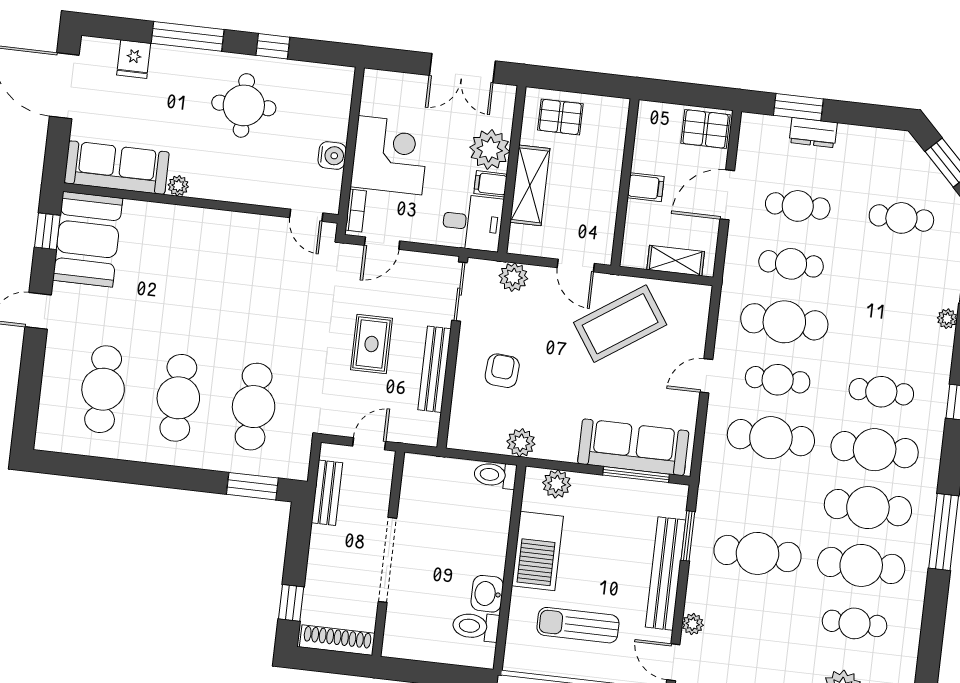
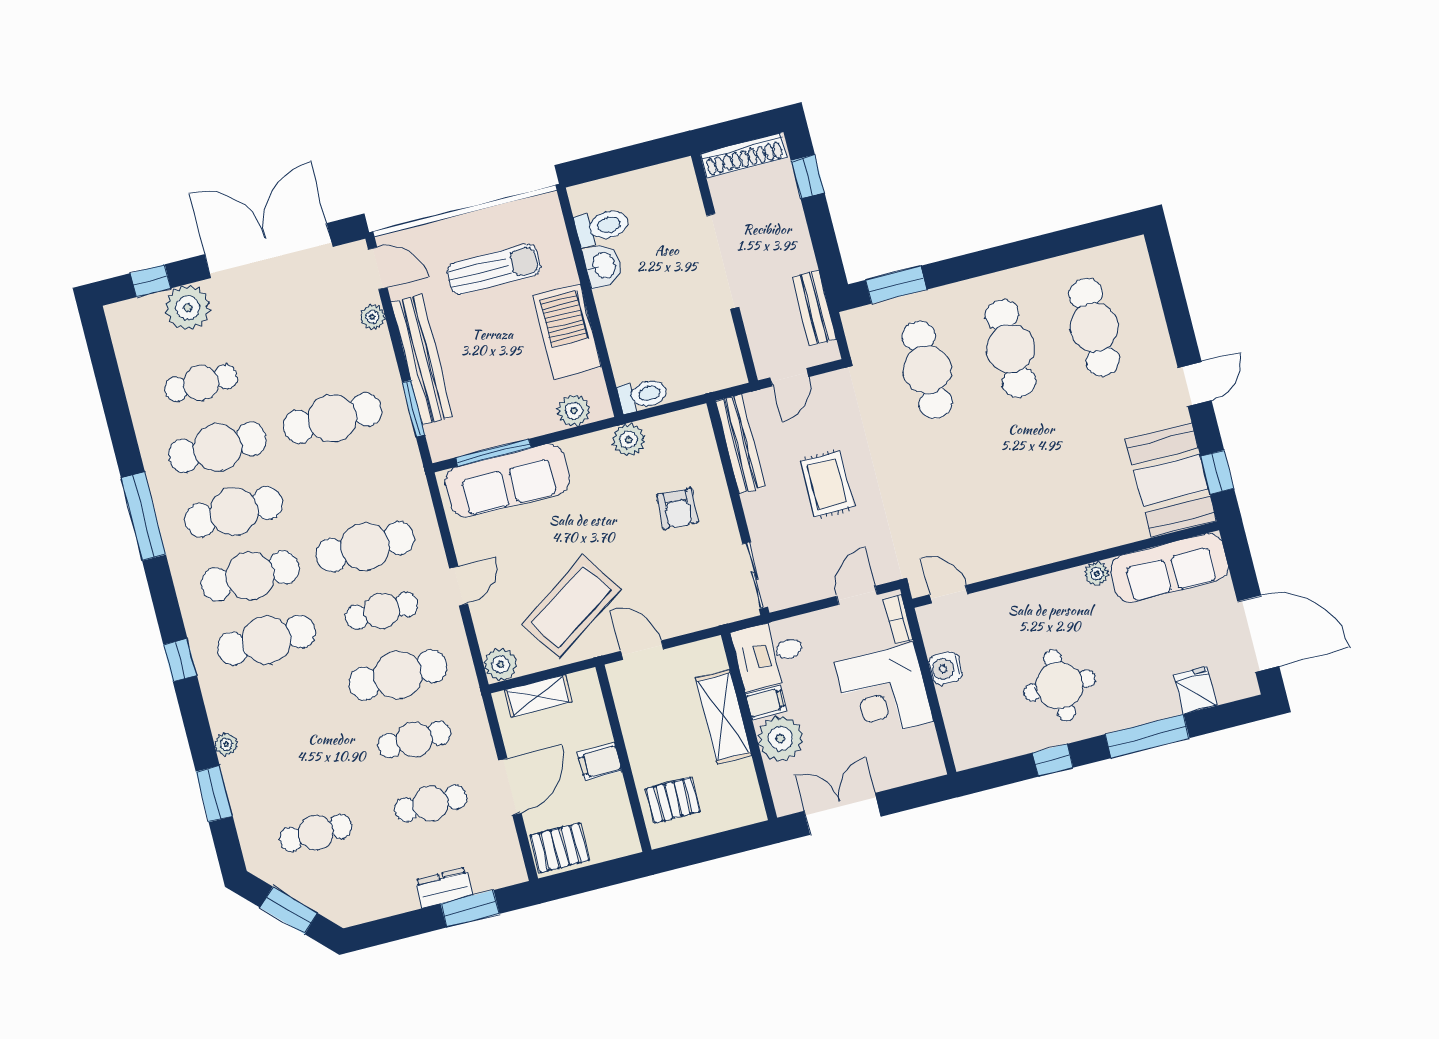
pallet: (560, 117) -> (673, 800), moved
plant: (513, 277) -> (501, 664), moved
bench: (435, 369) -> (740, 444), moved
cafe table: (881, 392) -> (266, 640), width x1.37, depth x1.35

